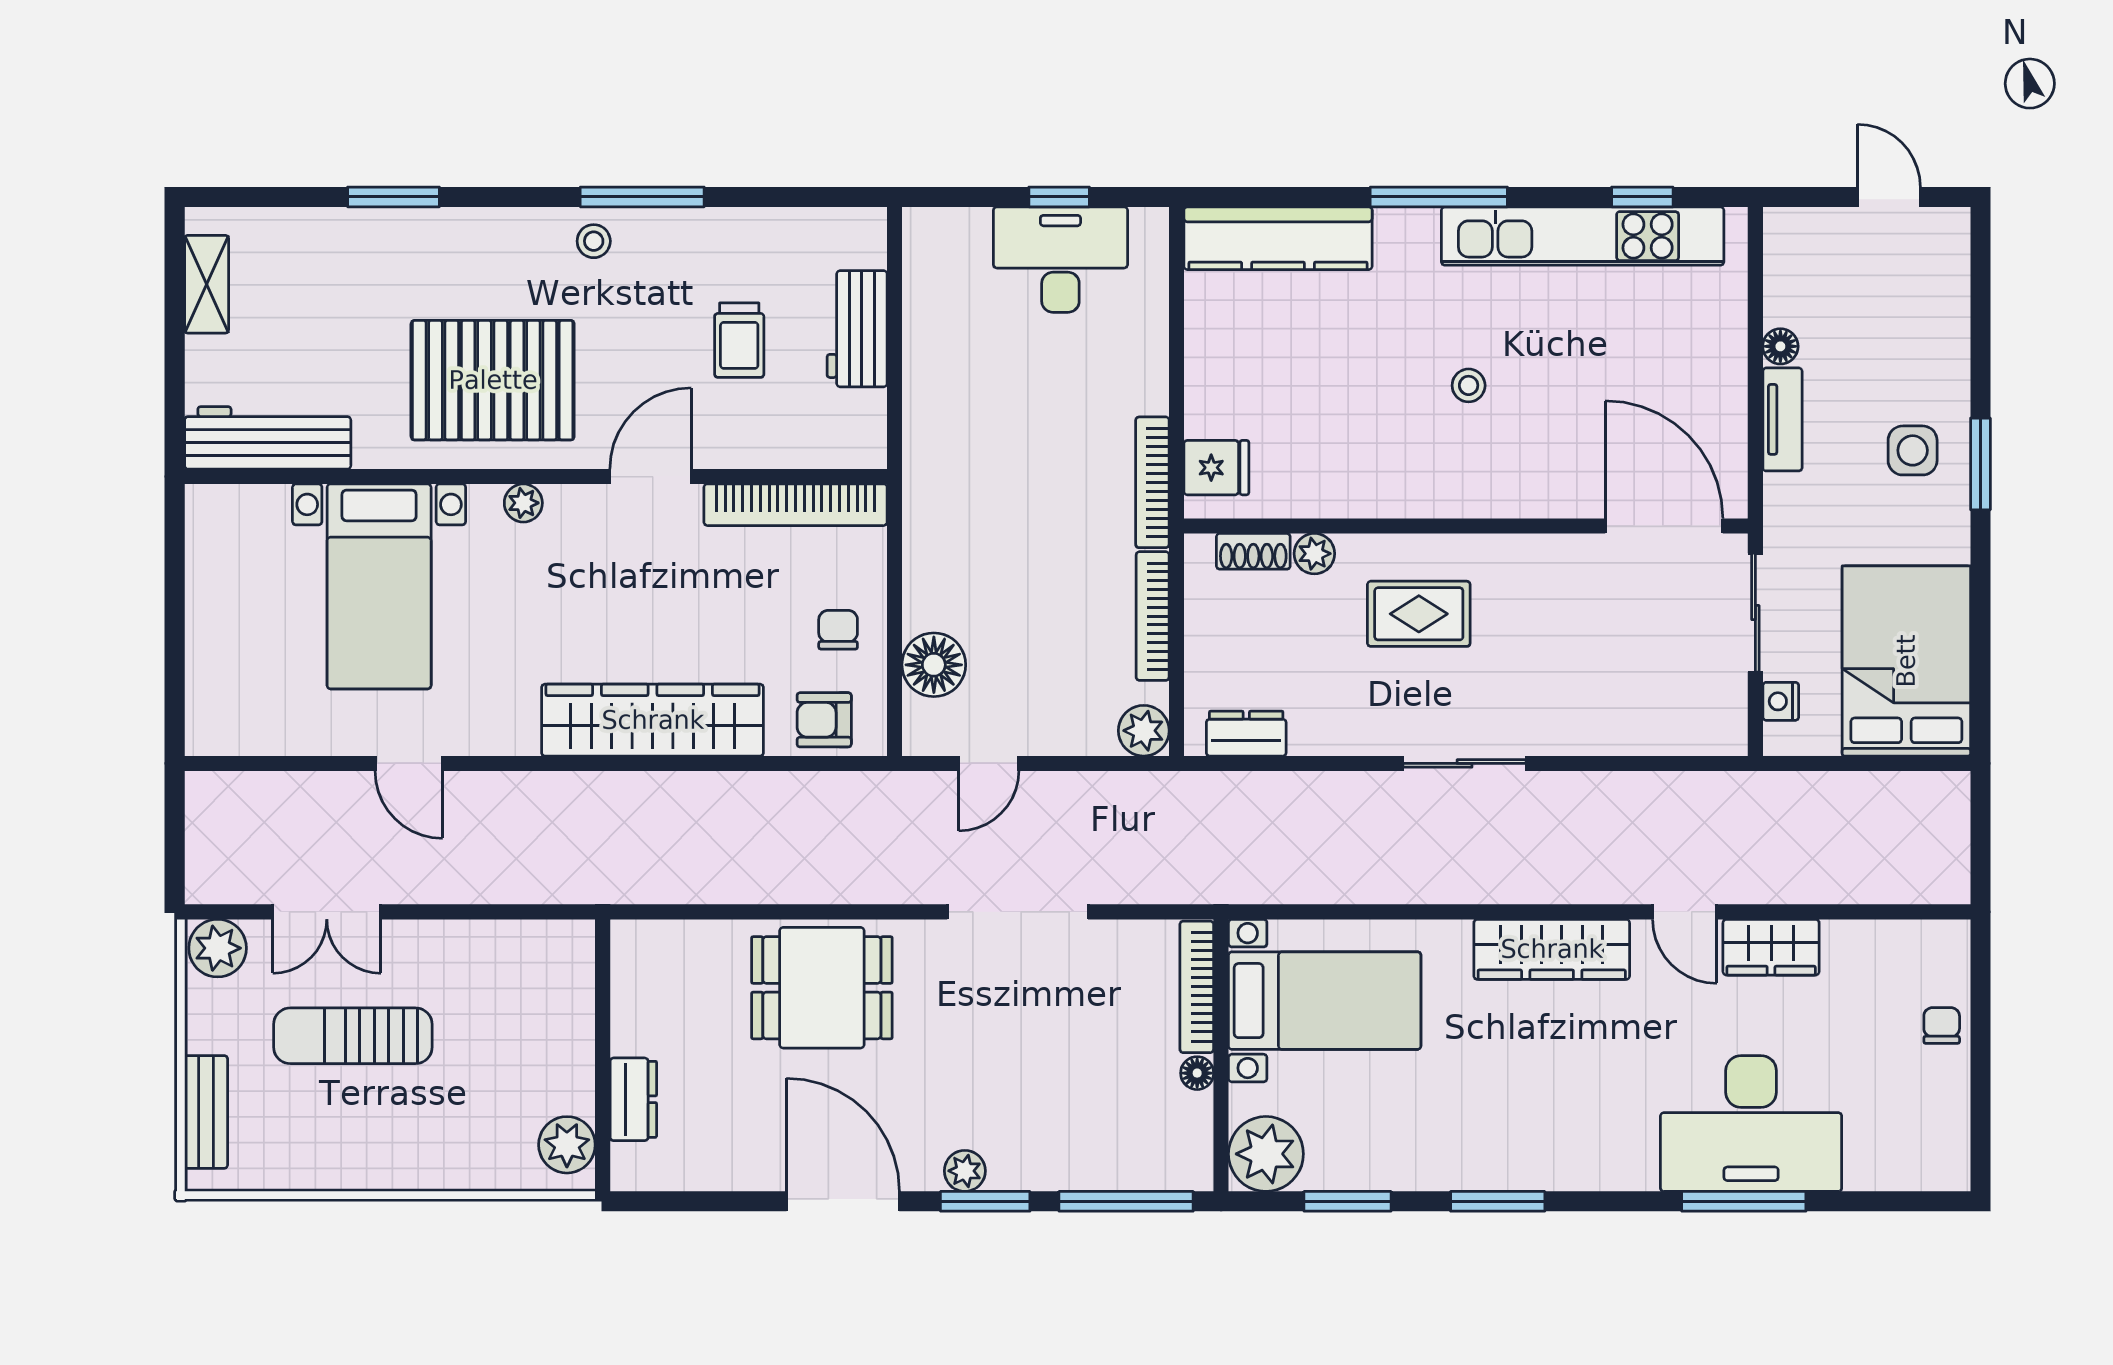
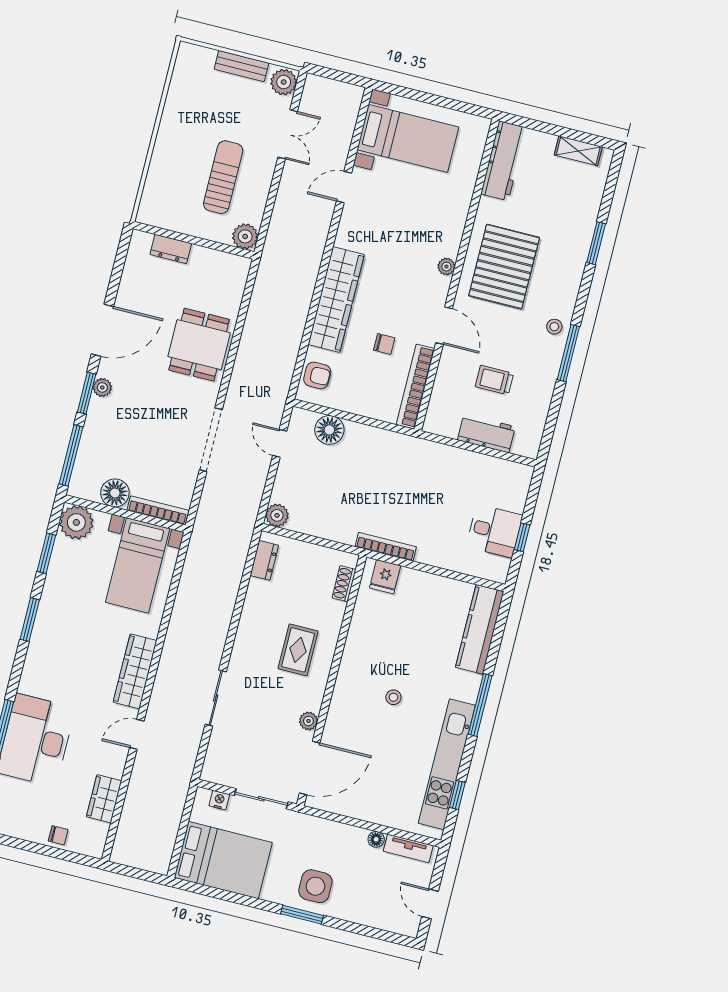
door: (1889, 197) -> (430, 904), swing flipped
desk: (1060, 260) -> (494, 531), width x0.73
tv unit: (1782, 419) -> (408, 848), moved
side table: (1913, 450) -> (315, 886), width x1.37, depth x1.37
plant: (1314, 554) -> (308, 721), moved
bed with nightstands: (379, 586) -> (408, 138), moved, turned 180
bookcase: (1153, 616) -> (327, 532), removed
chair: (838, 630) -> (384, 344), moved
armchair: (824, 720) -> (317, 375), turned 90
sliding door: (1465, 763) -> (216, 698), moved
double door: (327, 912) -> (288, 134), swing flipped
wardrobe: (1771, 947) -> (104, 799), moved
sun lounger: (353, 1036) -> (223, 177), moved
floor lamp: (1197, 1073) -> (115, 493), width x1.89, depth x1.89
bench: (206, 1112) -> (241, 66), moved
plant: (567, 1145) -> (245, 236), moved

